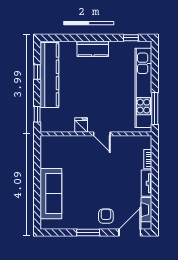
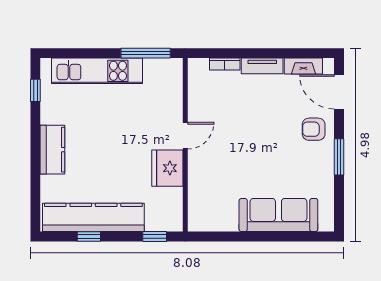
kitchen unit: (143, 88) -> (97, 71), width x0.73
fridge: (81, 125) -> (167, 168), width x1.88, depth x1.34

